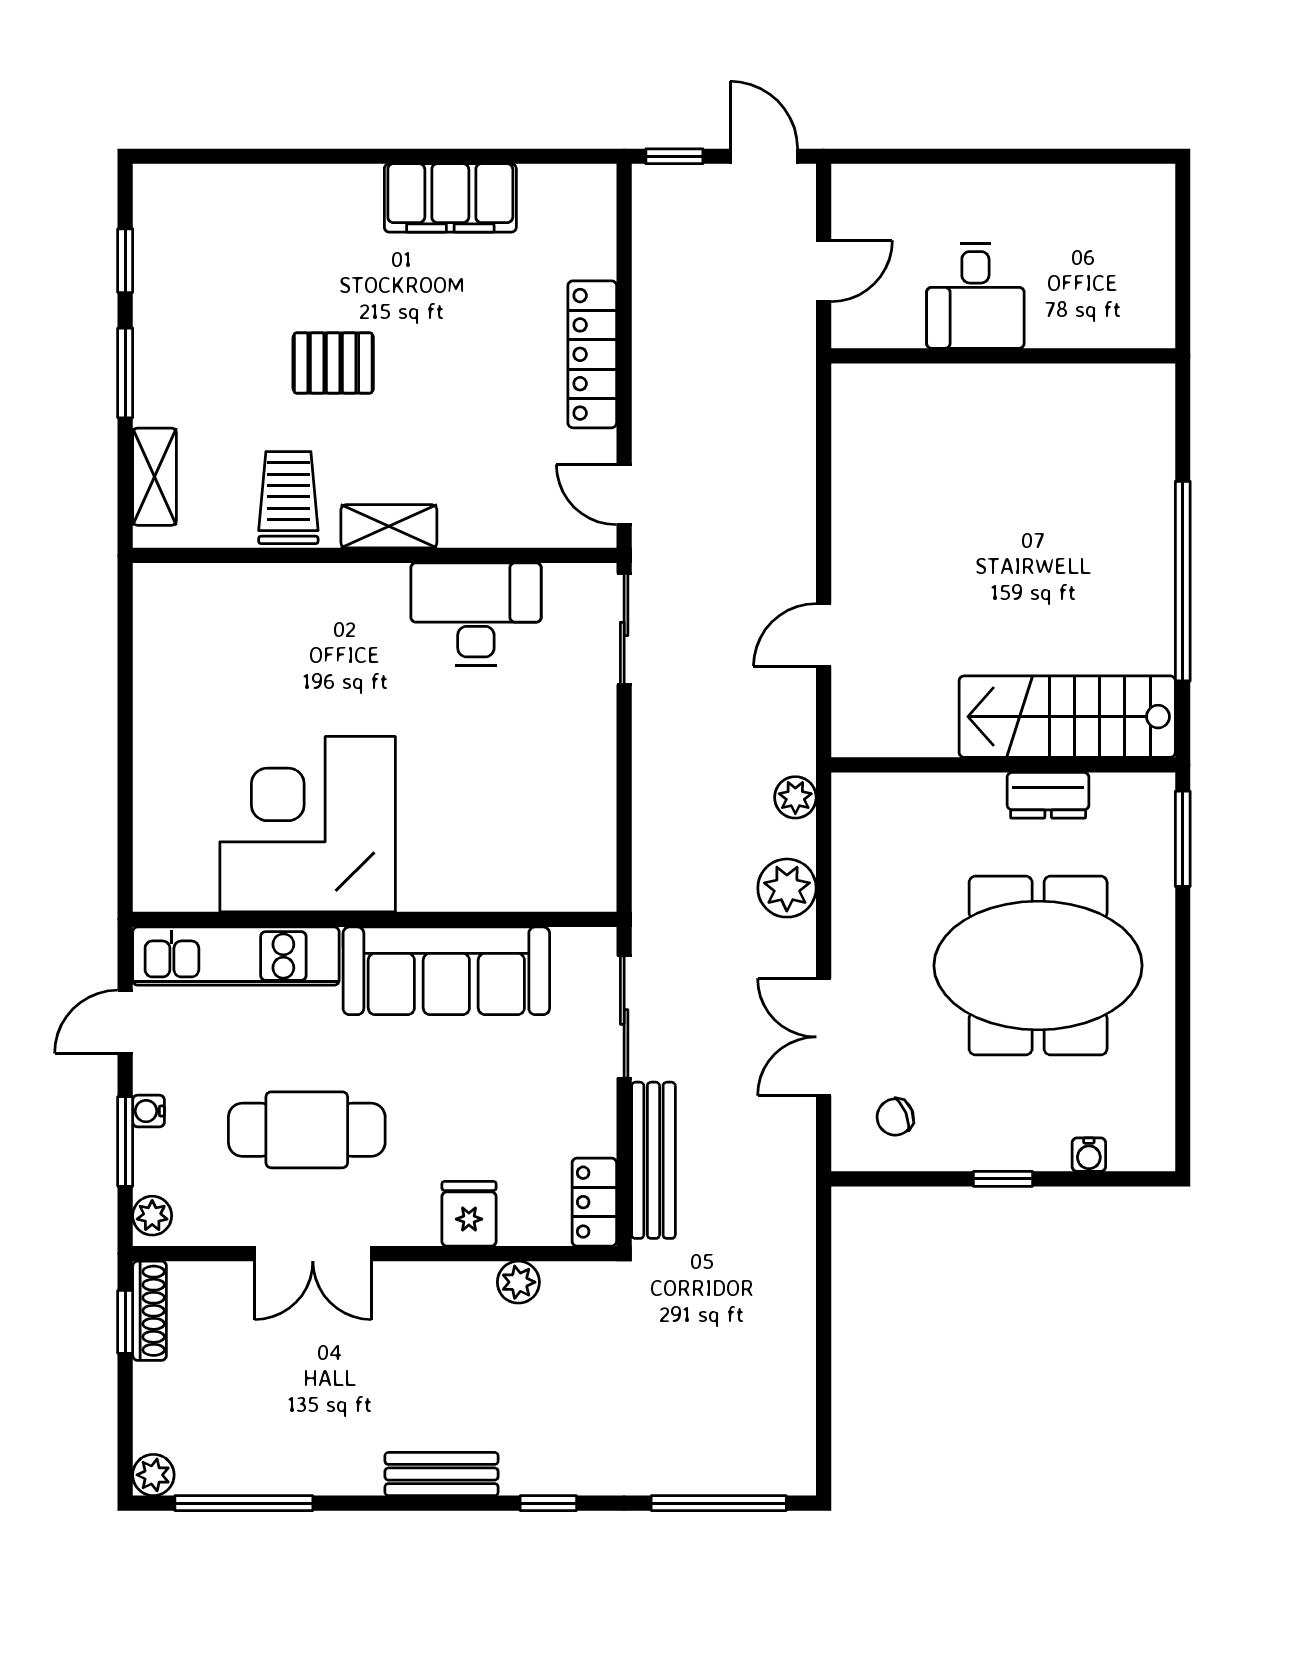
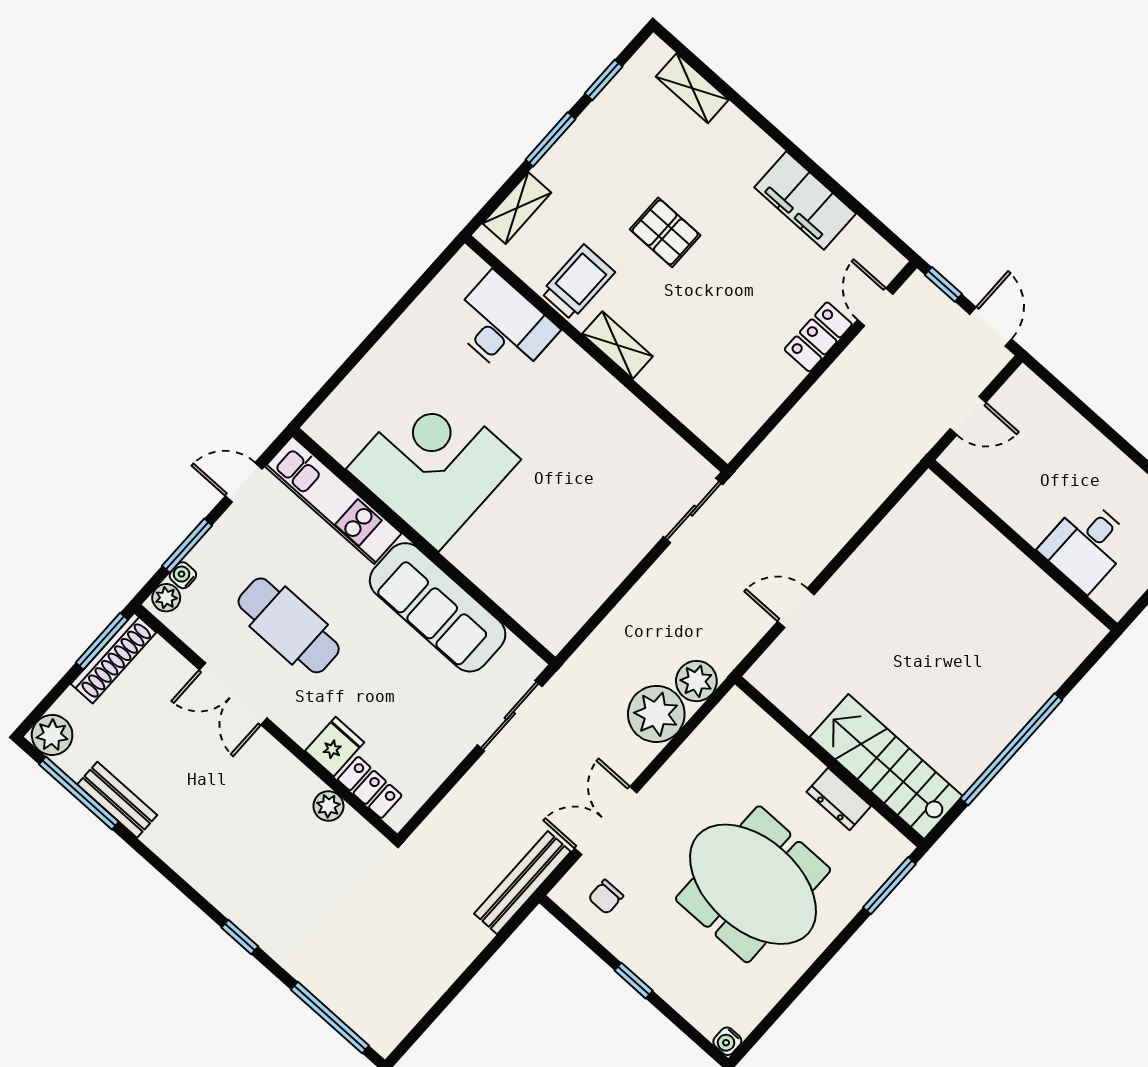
shelving: (226, 186) -> (692, 88), added
desk: (975, 296) -> (1086, 545), moved
locker: (592, 354) -> (818, 337), width x0.66
door: (624, 495) -> (875, 307), moved
desk: (476, 614) -> (503, 326), moved
plant: (795, 797) -> (696, 681), width x1.38, depth x1.38
plant: (787, 888) -> (656, 714), width x1.36, depth x1.36
water cooler: (149, 1111) -> (183, 575), moved
chair: (895, 1117) -> (606, 897), turned -68
water cooler: (1089, 1155) -> (727, 1041), moved
bench: (653, 1160) -> (522, 883), moved
locker: (594, 1202) -> (370, 787), moved, turned 90
shoe rack: (150, 1311) -> (114, 658), width x1.36, depth x1.24
window: (125, 1322) -> (102, 641), width x1.50
bench: (442, 1474) -> (117, 800), moved
plant: (153, 1475) -> (52, 735), width x1.38, depth x1.38

